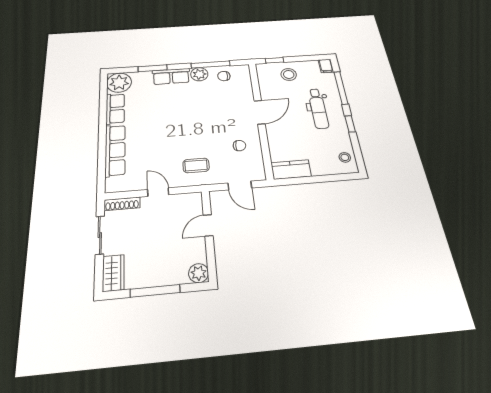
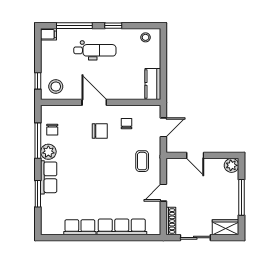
stool: (289, 74) -> (56, 87), moved
plant: (119, 83) -> (52, 224), removed
chair: (227, 120) -> (100, 131), added

